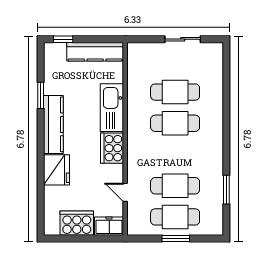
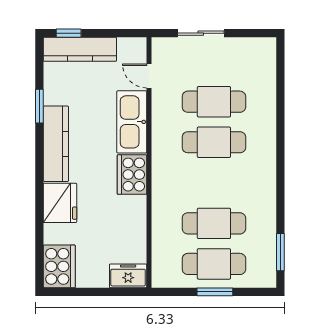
sliding door: (183, 39) -> (201, 33), moved
kitchen counter: (95, 52) -> (80, 49), moved
window: (226, 190) -> (280, 252), moved
door: (125, 192) -> (149, 76), moved
cooker: (77, 223) -> (59, 266), moved, turned 90

